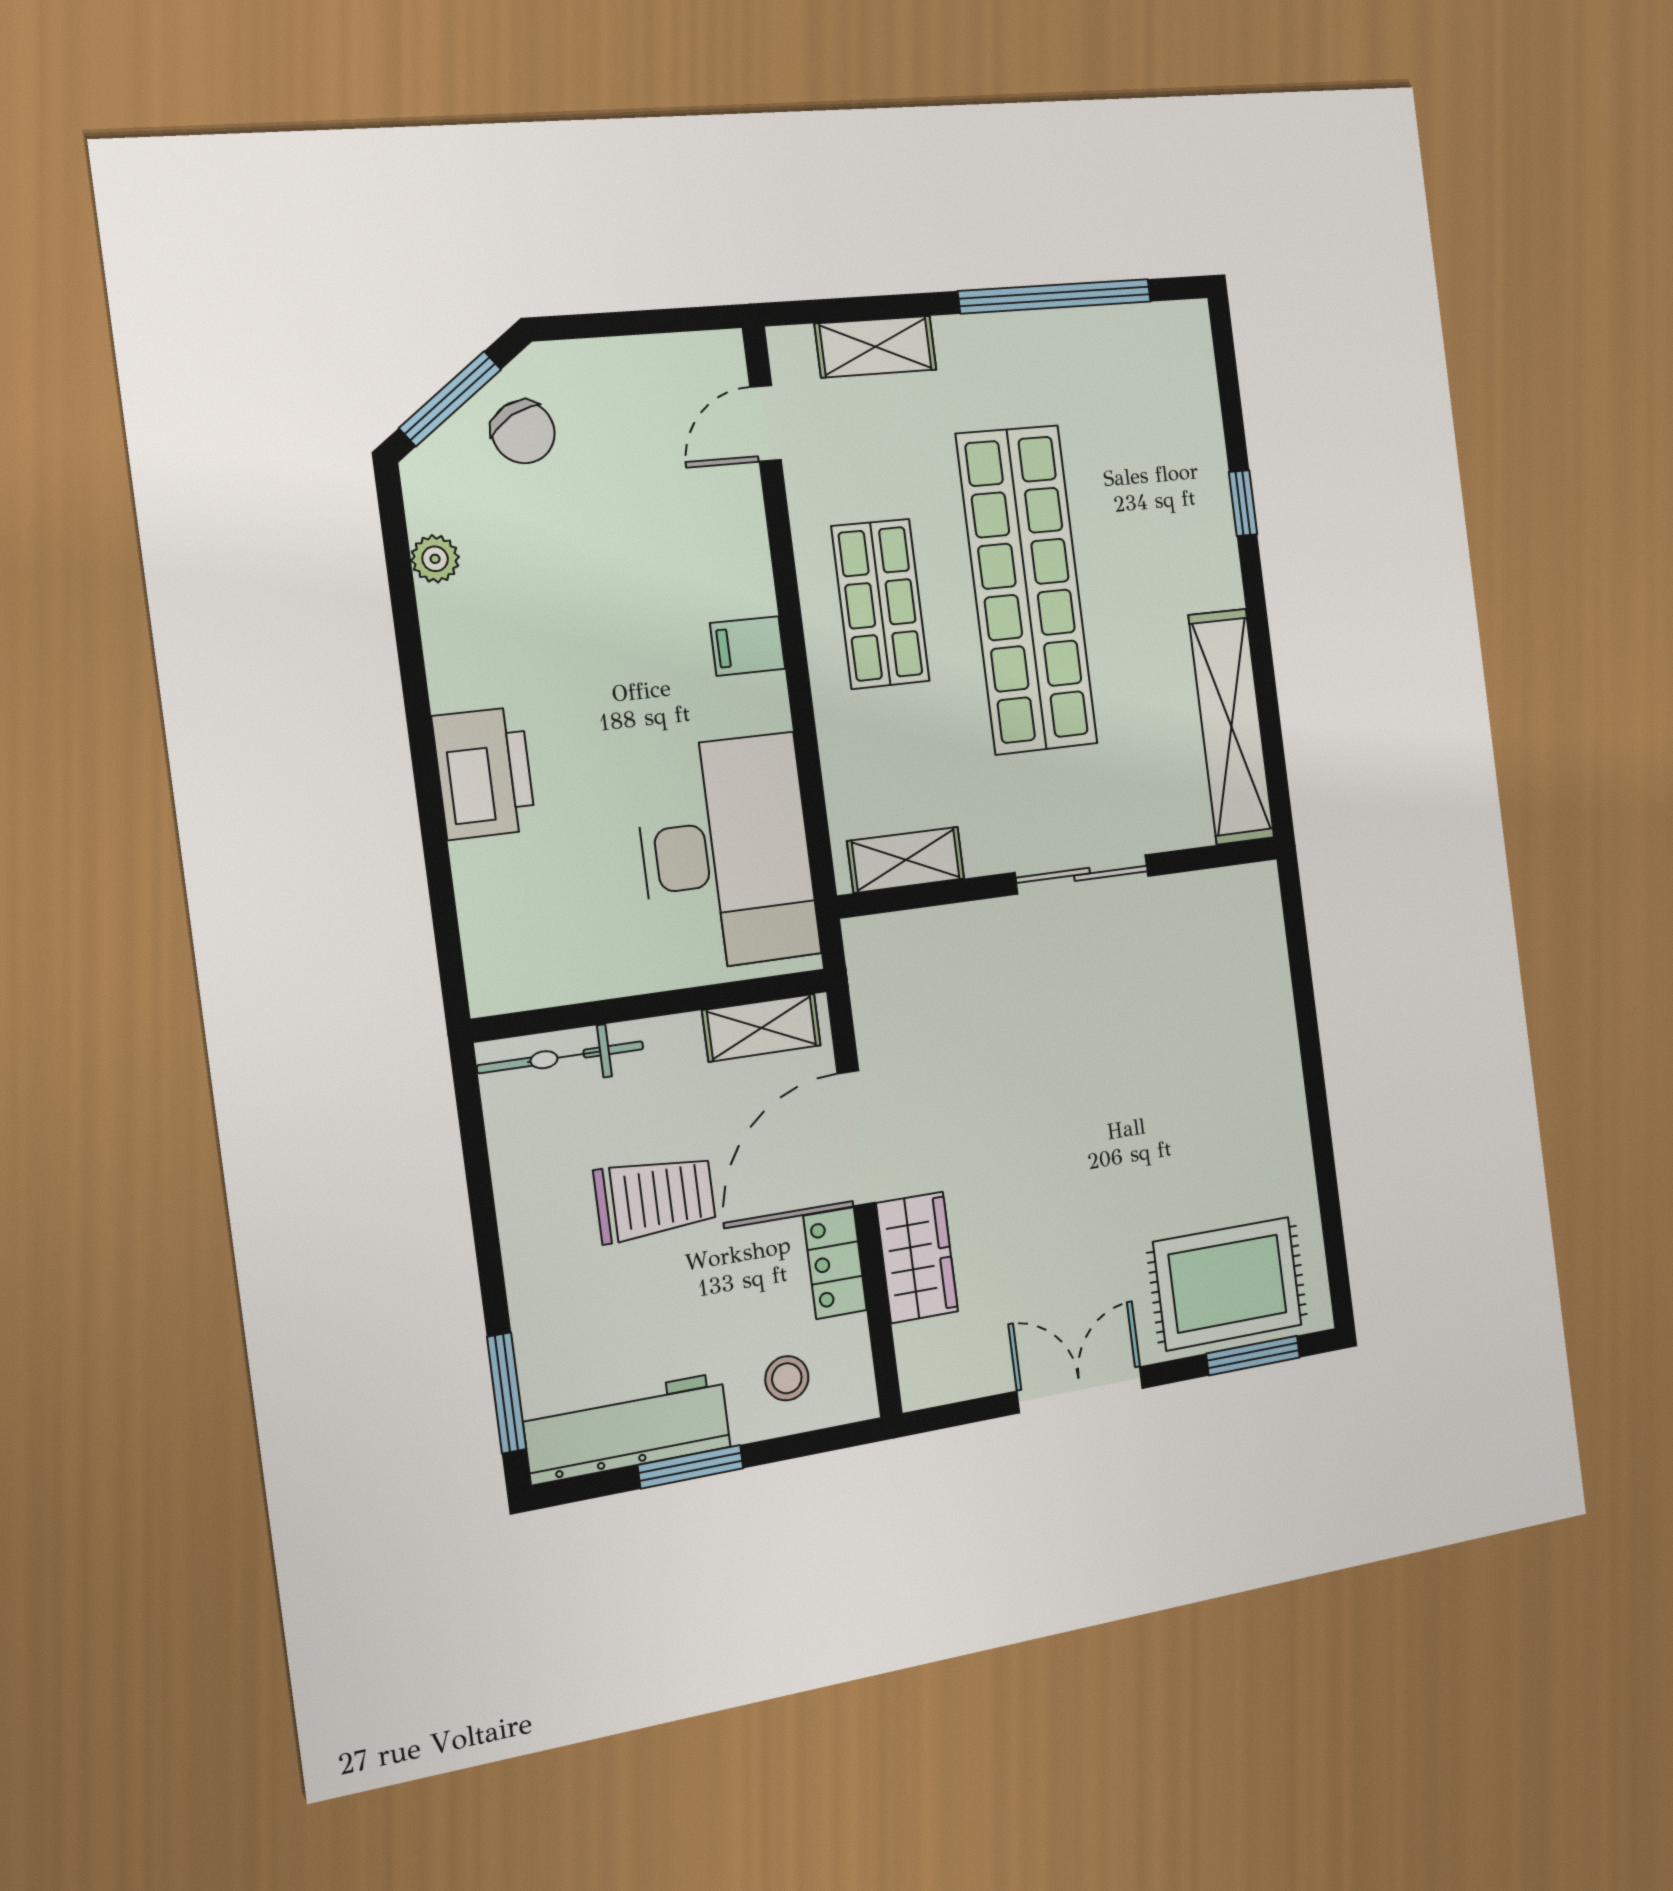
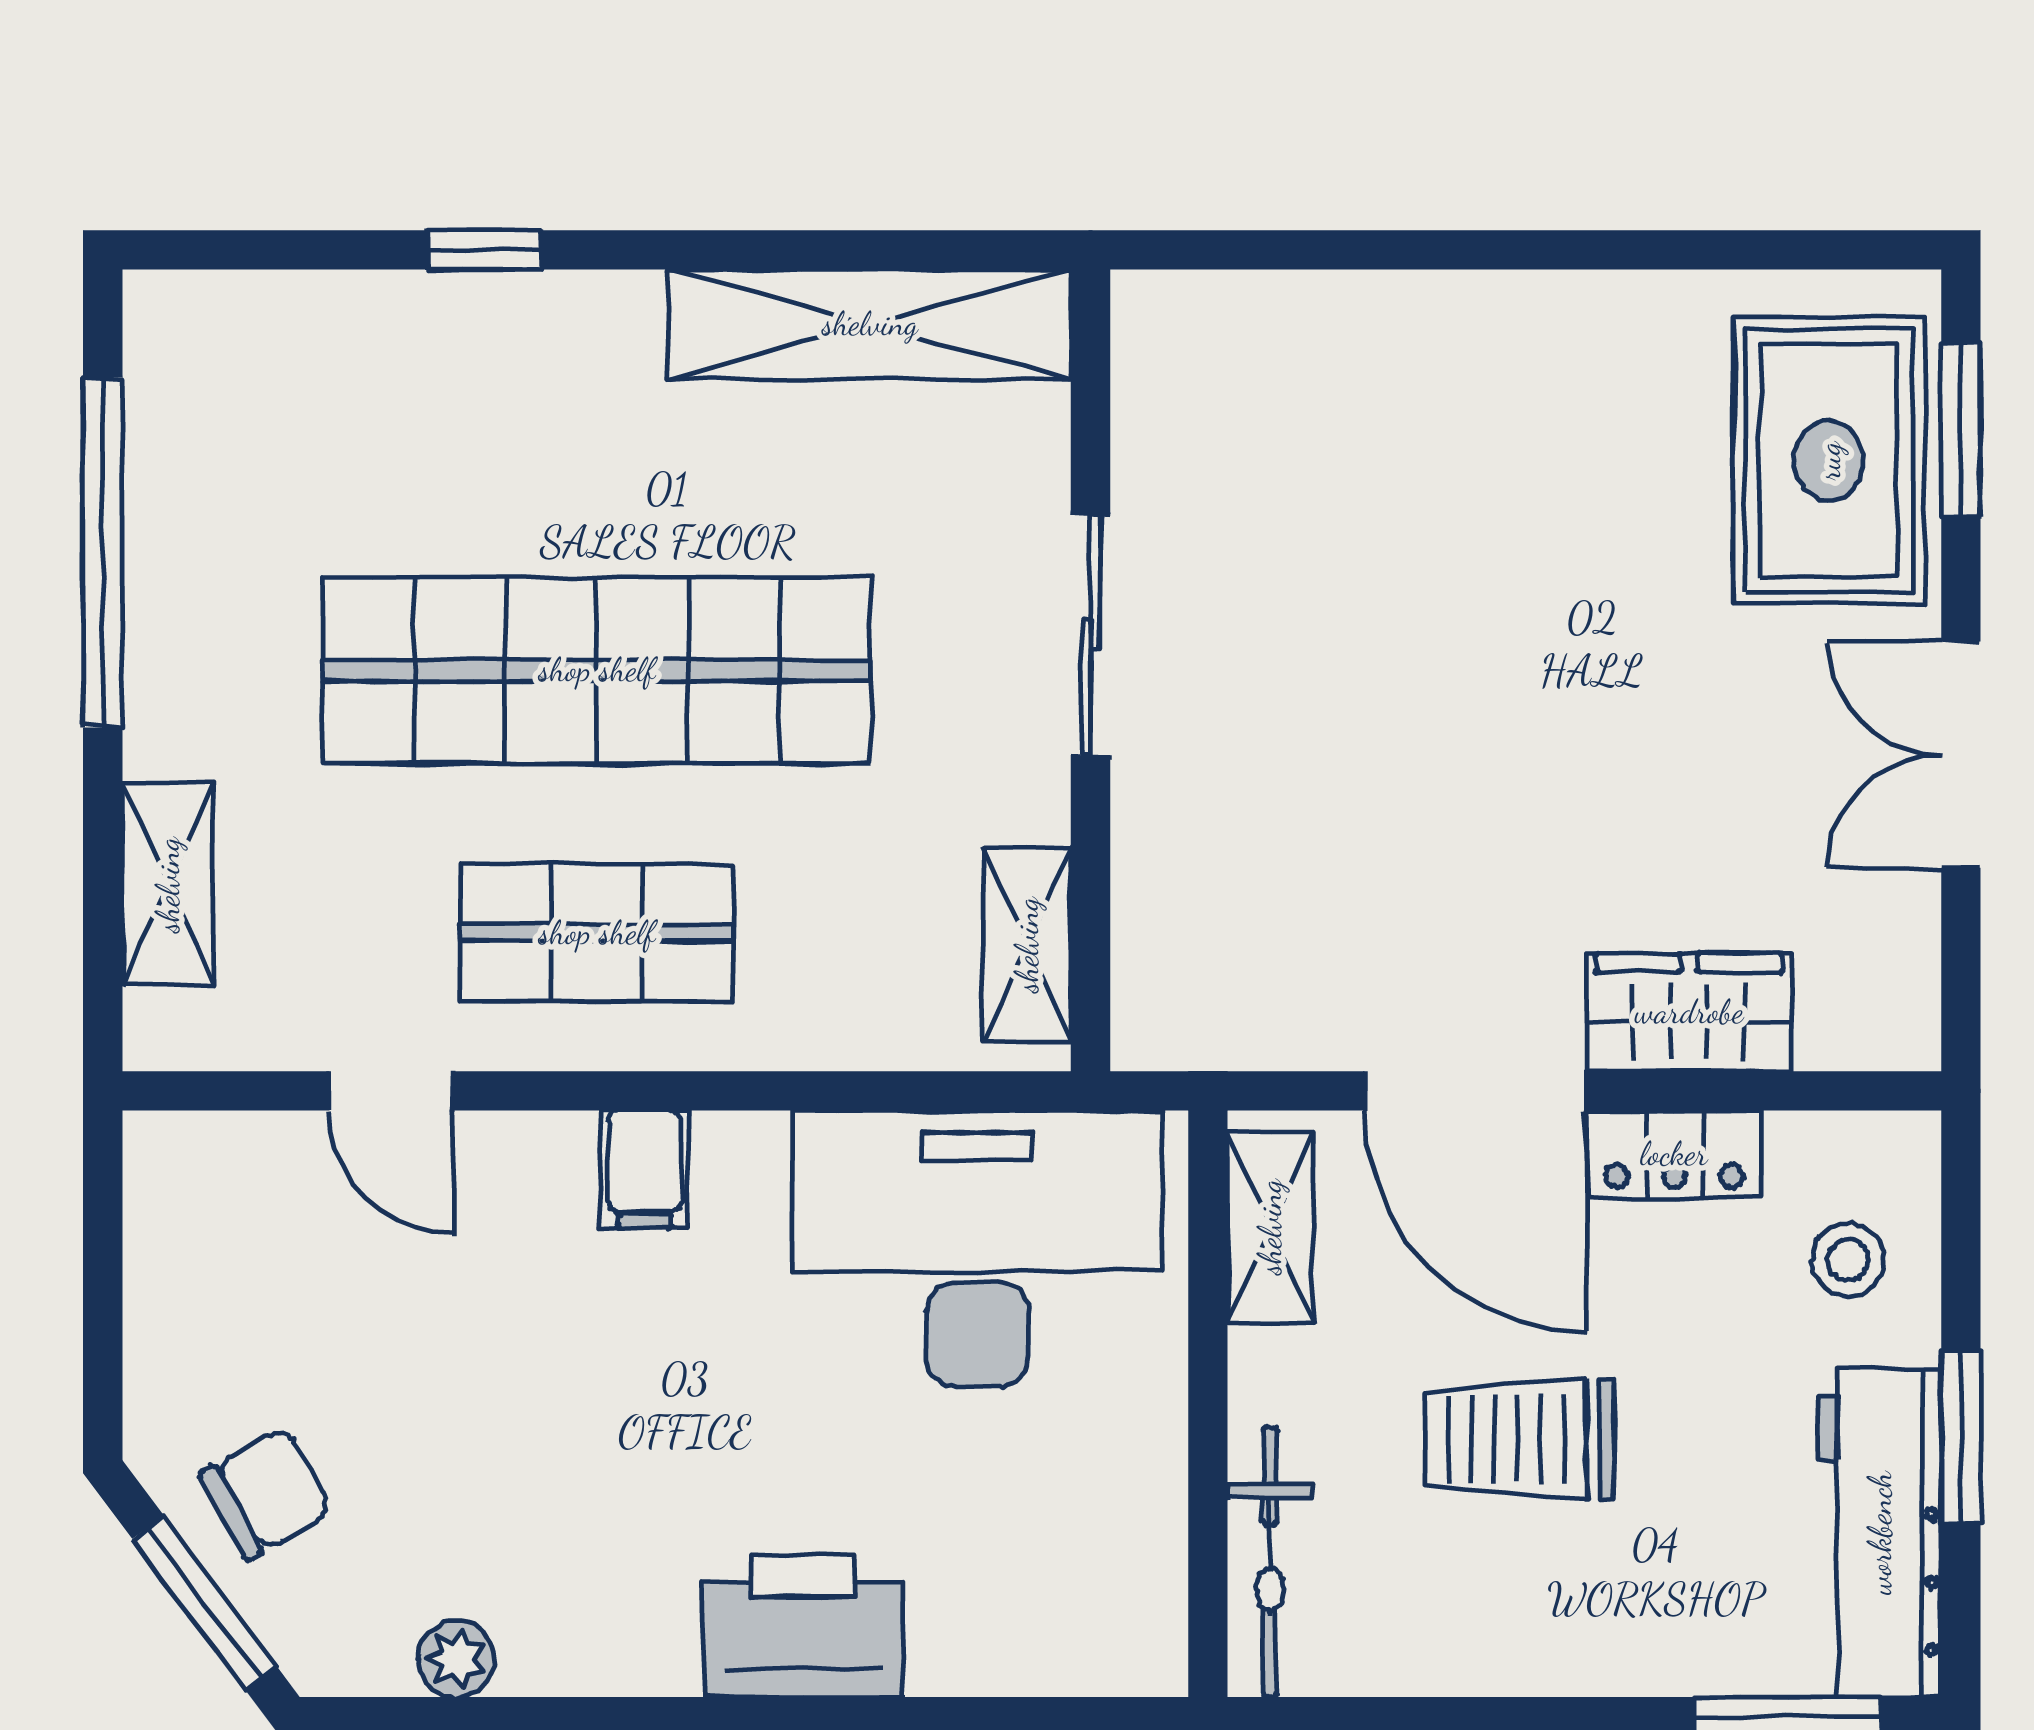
door: (766, 424) -> (391, 1091), moved
trolley: (655, 1198) -> (1519, 1439), turned -90

